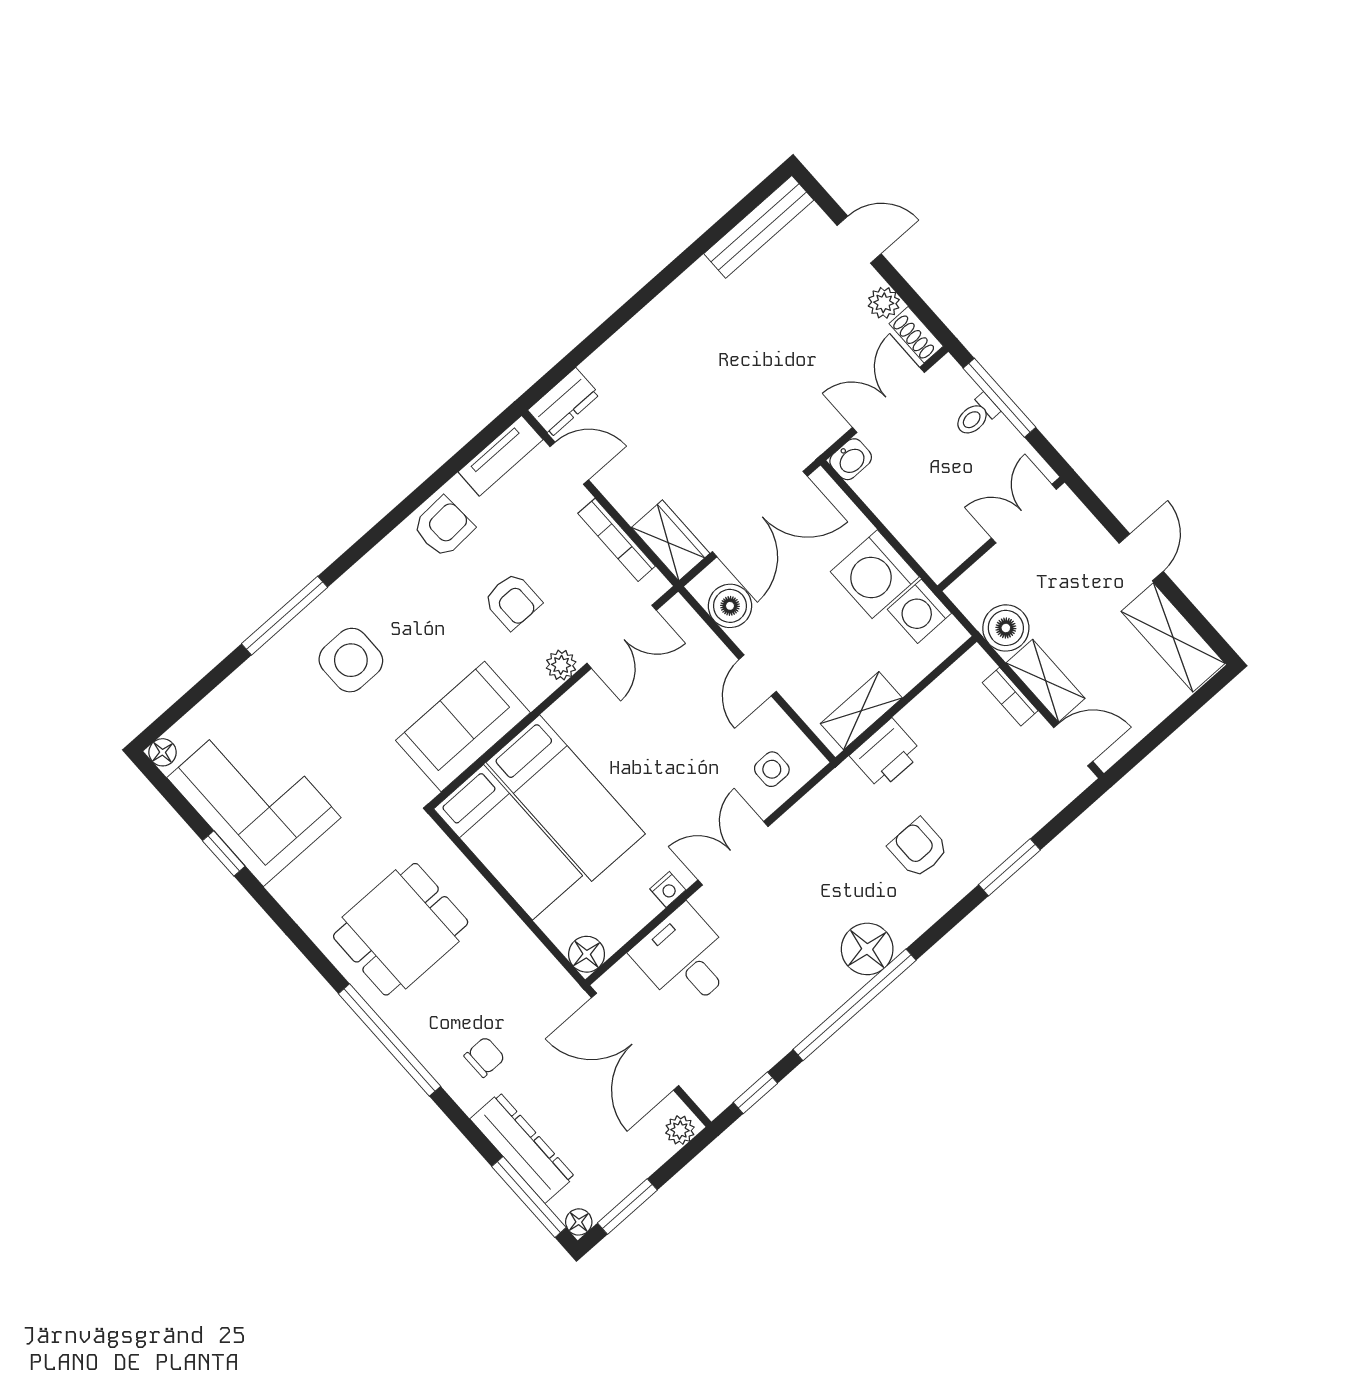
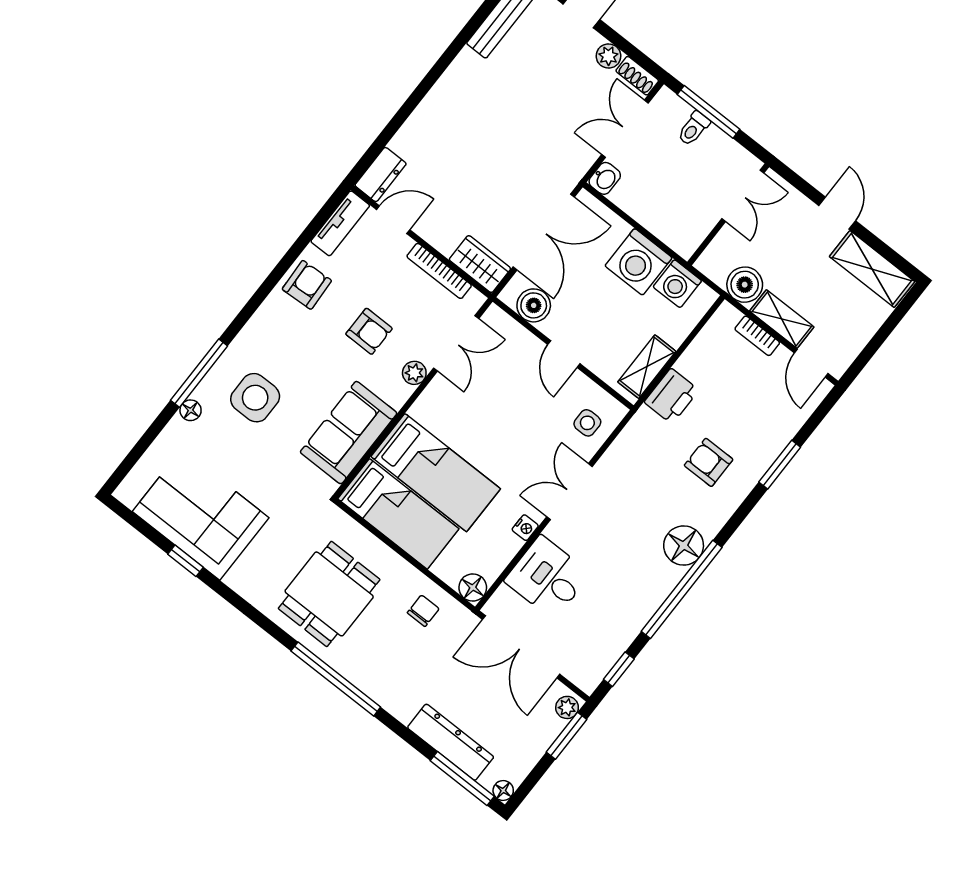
double door: (1024, 514) -> (743, 196), swing flipped
door: (1073, 744) -> (811, 363), swing flipped
floor lamp: (163, 752) -> (191, 410), moved
chair: (484, 1057) -> (423, 611), moved
window: (627, 1206) -> (566, 736), moved

